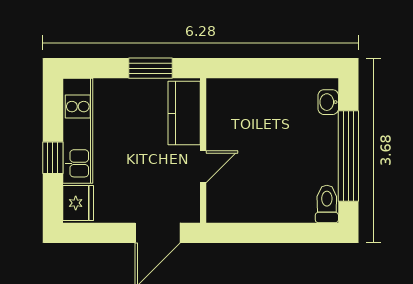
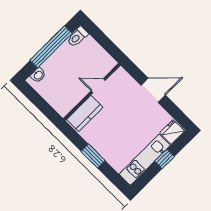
kitchen counter: (184, 113) -> (85, 113), moved
wall: (203, 150) -> (92, 92), moved
door: (203, 167) -> (98, 86), moved

